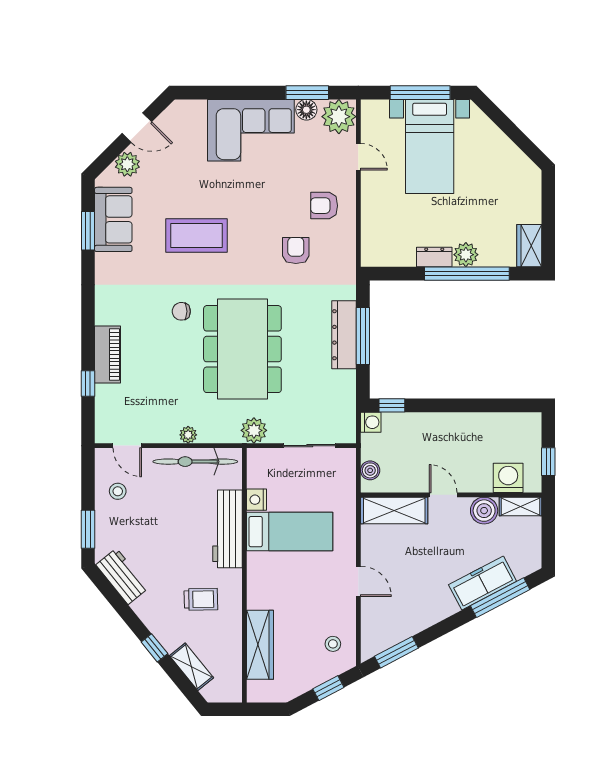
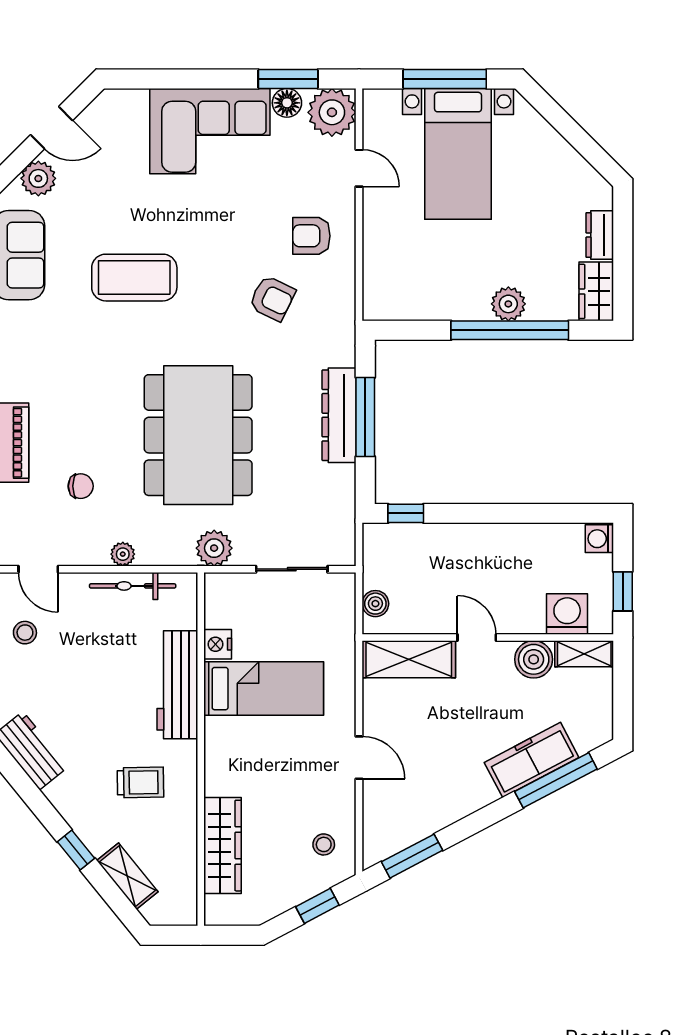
armchair: (296, 251) -> (272, 298), turned 116
dresser: (434, 257) -> (600, 235), moved, turned -90
chair: (181, 311) -> (81, 486), moved, turned 180
washing machine: (371, 422) -> (599, 539), moved, turned 180
bicycle: (195, 462) -> (133, 586), width x0.73, depth x0.71

